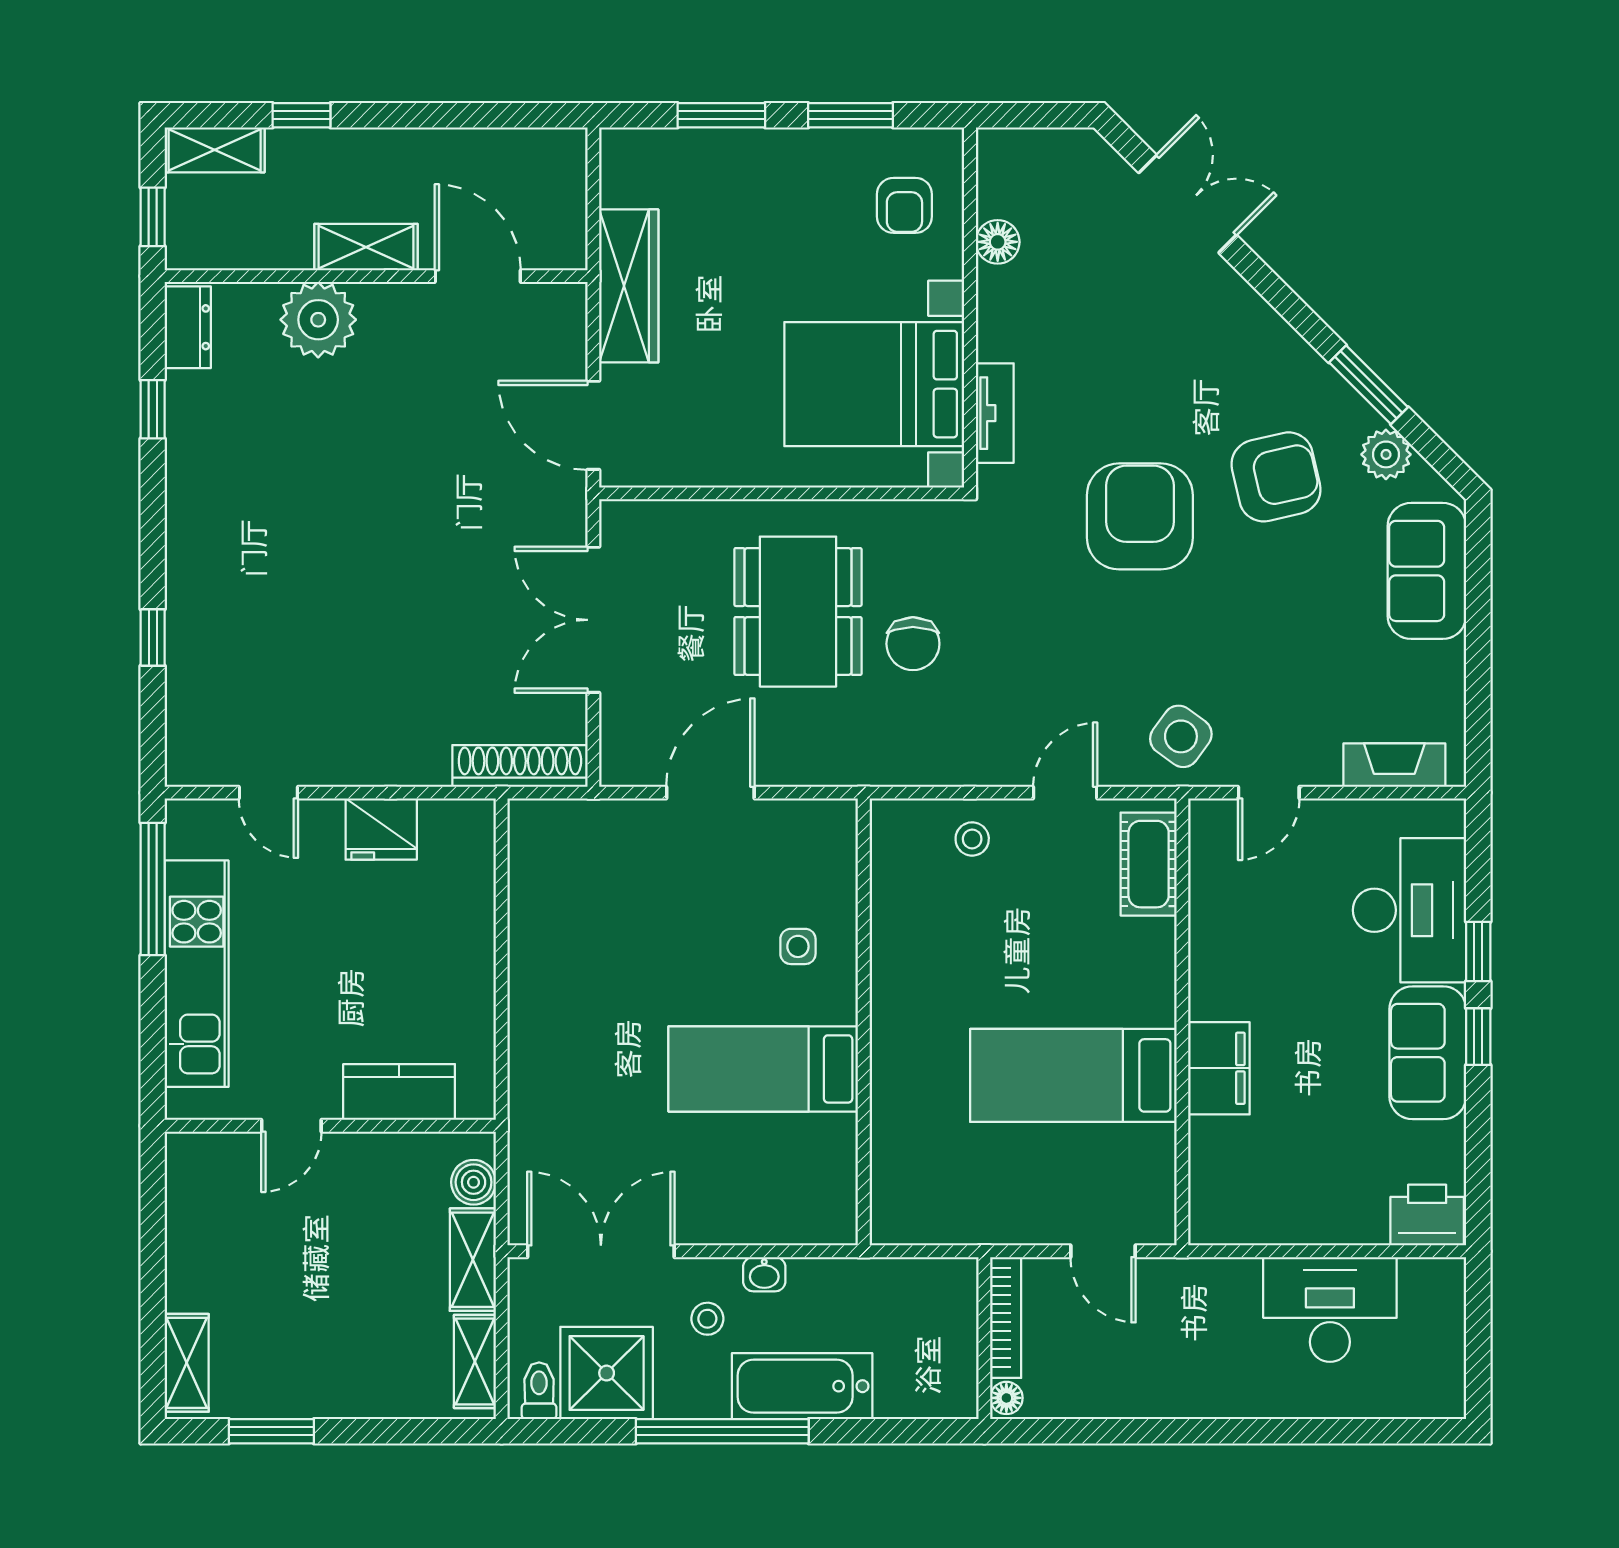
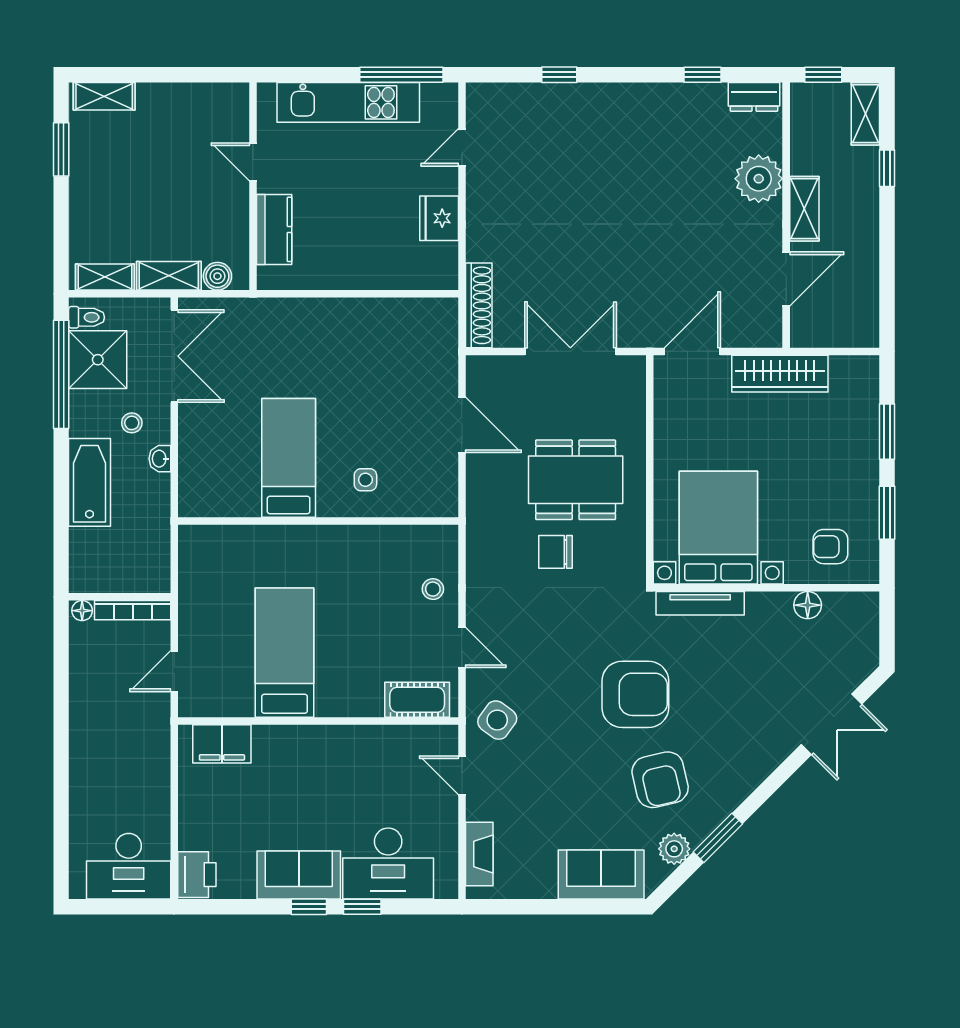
tv unit: (995, 413) -> (700, 603), width x1.41
filing cabinet: (1219, 1068) -> (222, 744), moved
desk: (1330, 1309) -> (129, 866), moved, turned 90
window: (722, 1431) -> (61, 374), moved

